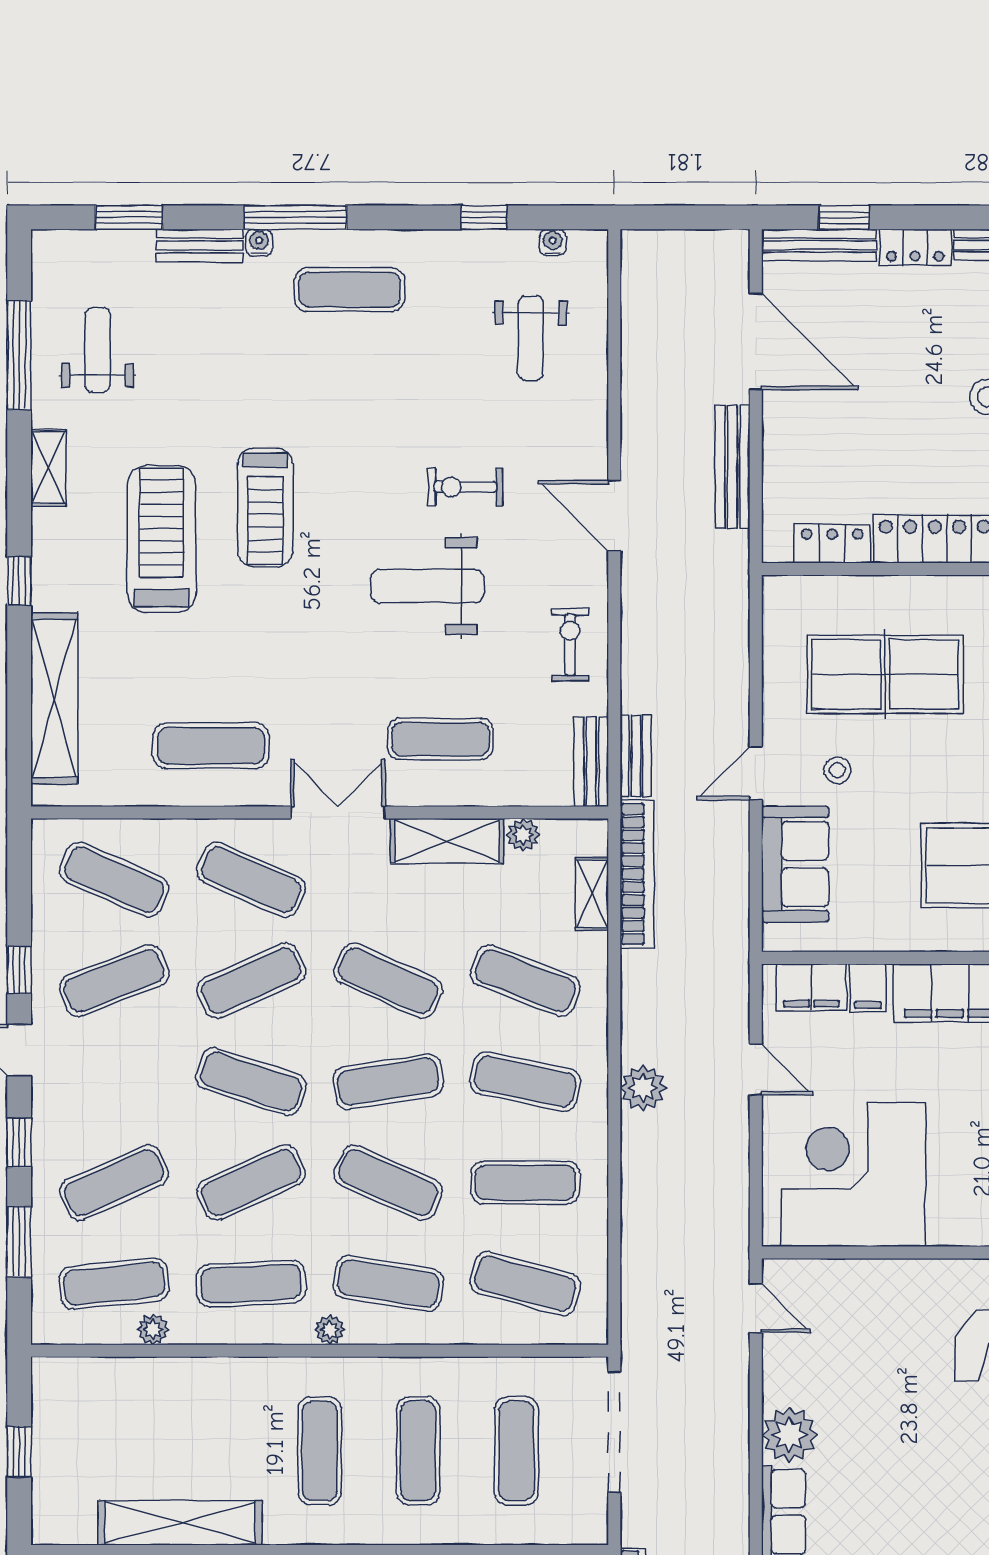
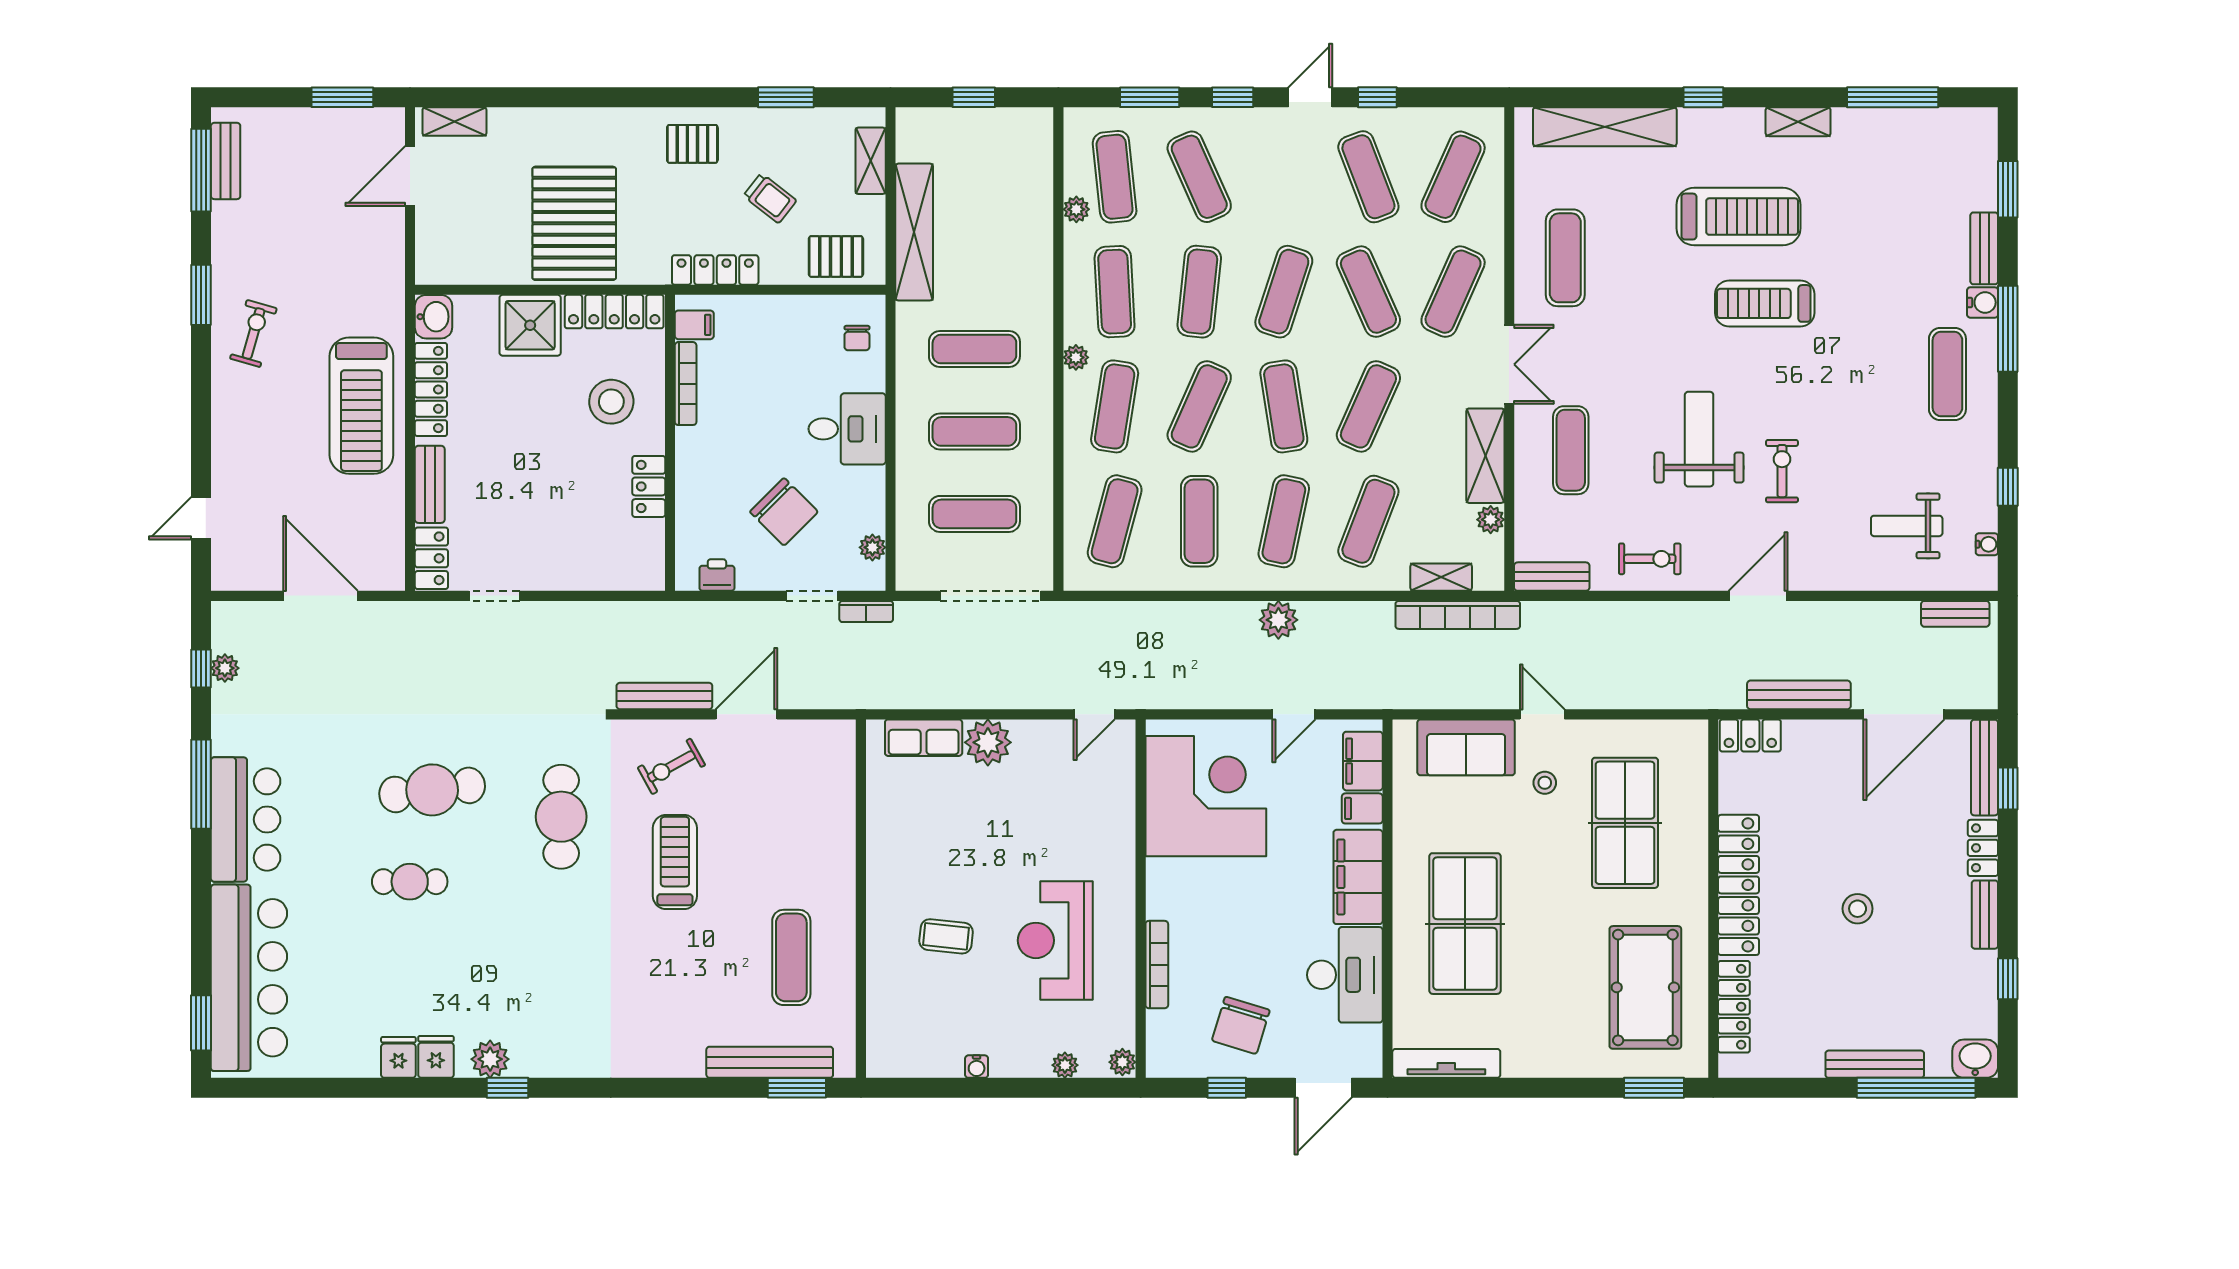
water cooler: (259, 243) -> (1983, 302), width x1.38, depth x1.38
weight bench: (98, 350) -> (1897, 163), removed
locker: (832, 544) -> (1750, 735), moved, turned 90
bench: (636, 756) -> (1955, 614), moved
exercise mat: (251, 1183) -> (1199, 292), turned 30

